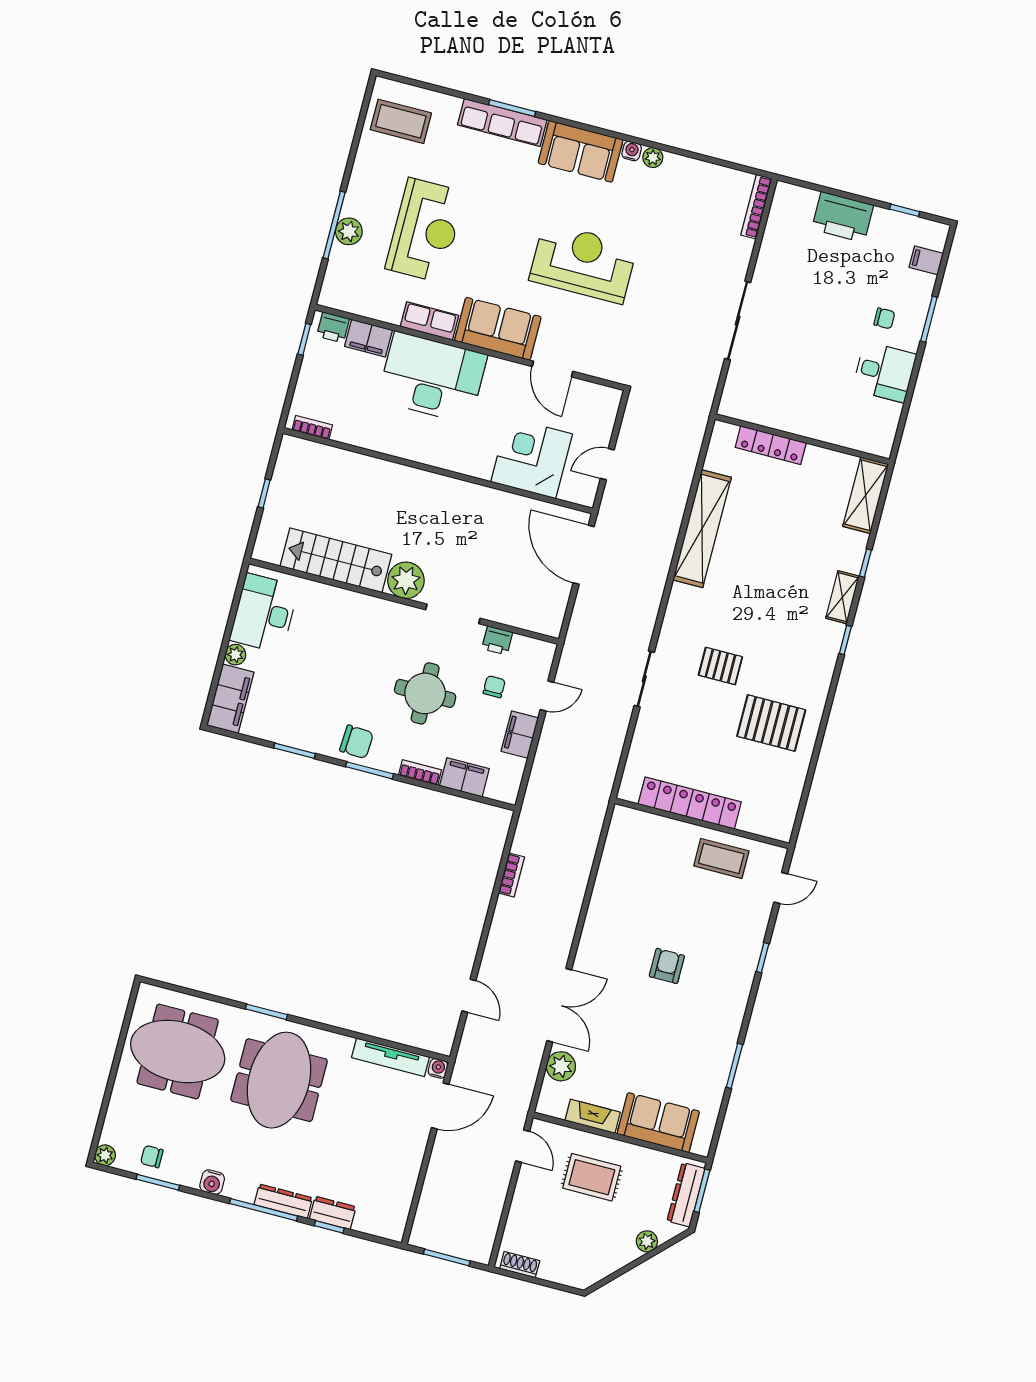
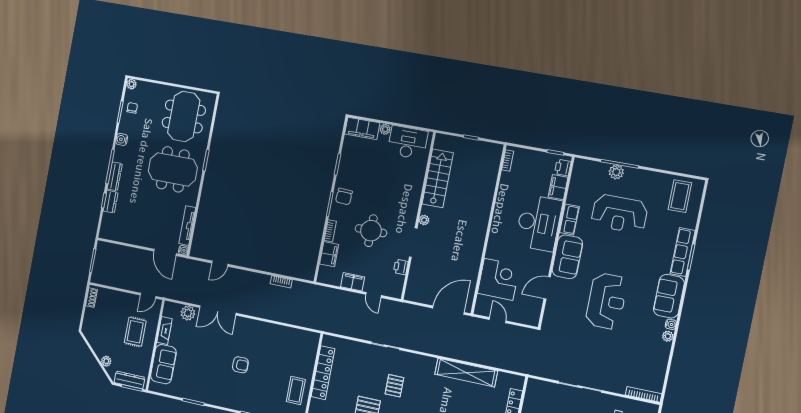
plant: (406, 580) -> (424, 220), width x0.53, depth x0.53
chair: (494, 687) -> (377, 267), removed

